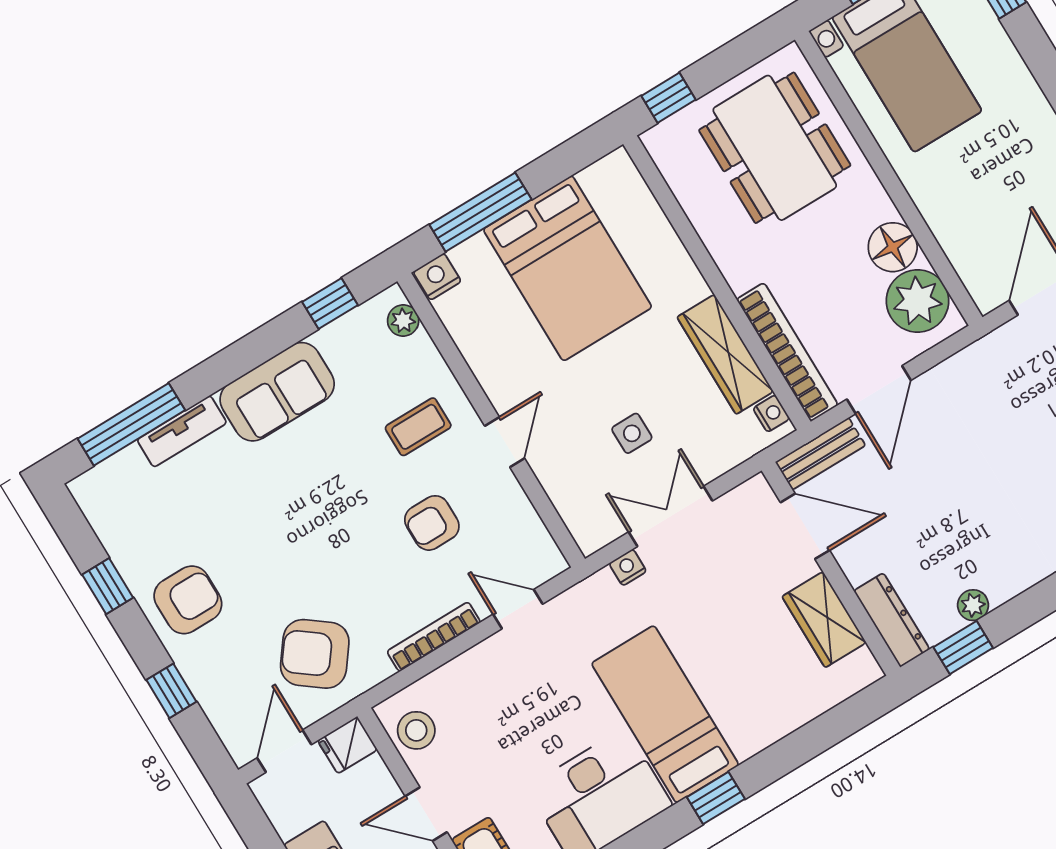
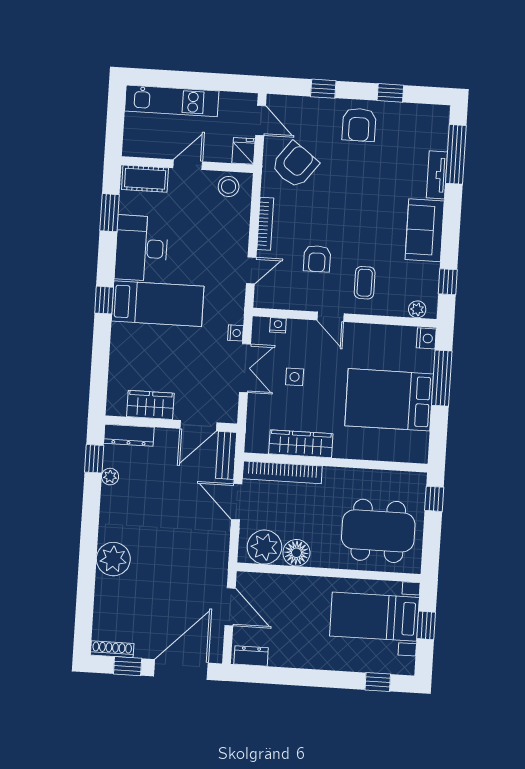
nightstand: (771, 413) -> (278, 325), moved, turned 180
armchair: (432, 523) -> (317, 259), turned 180

